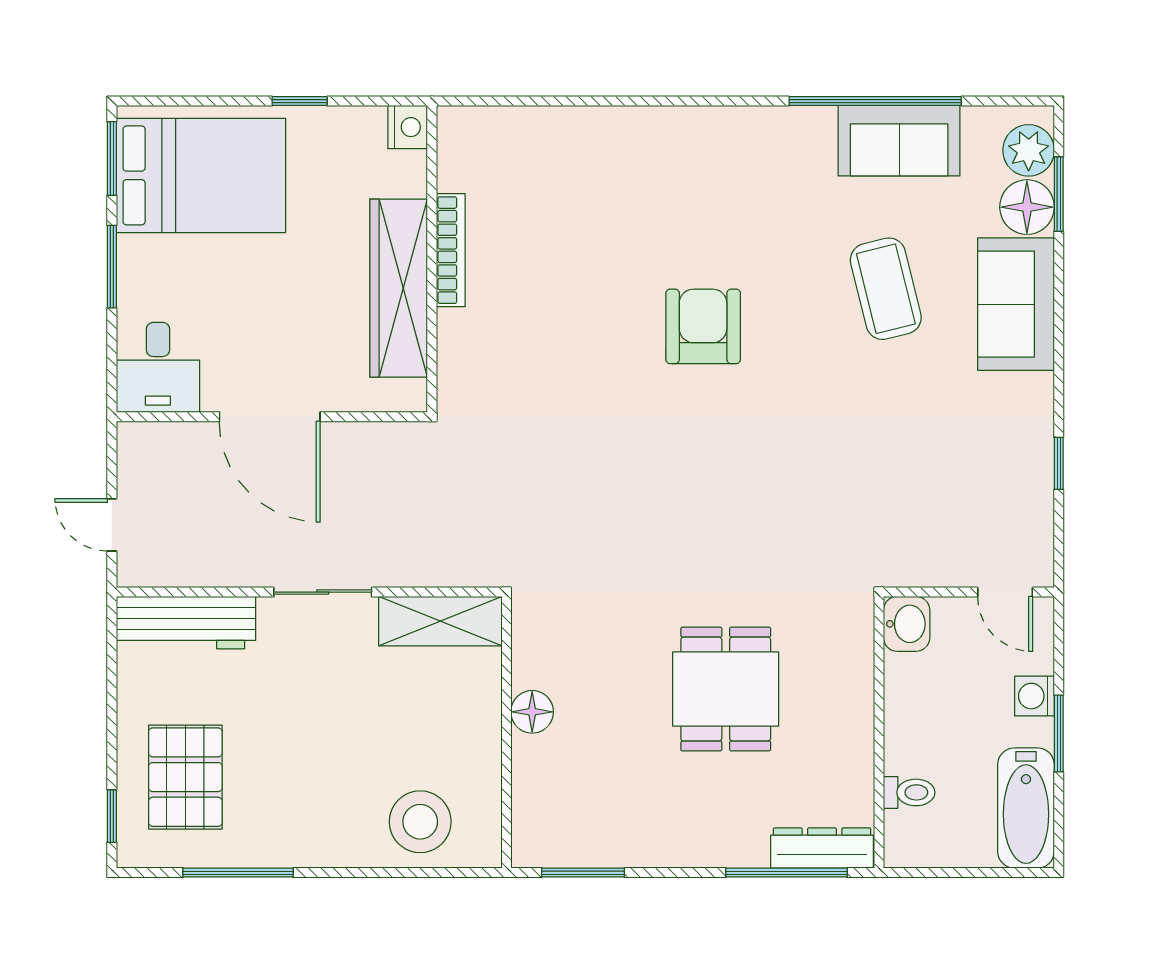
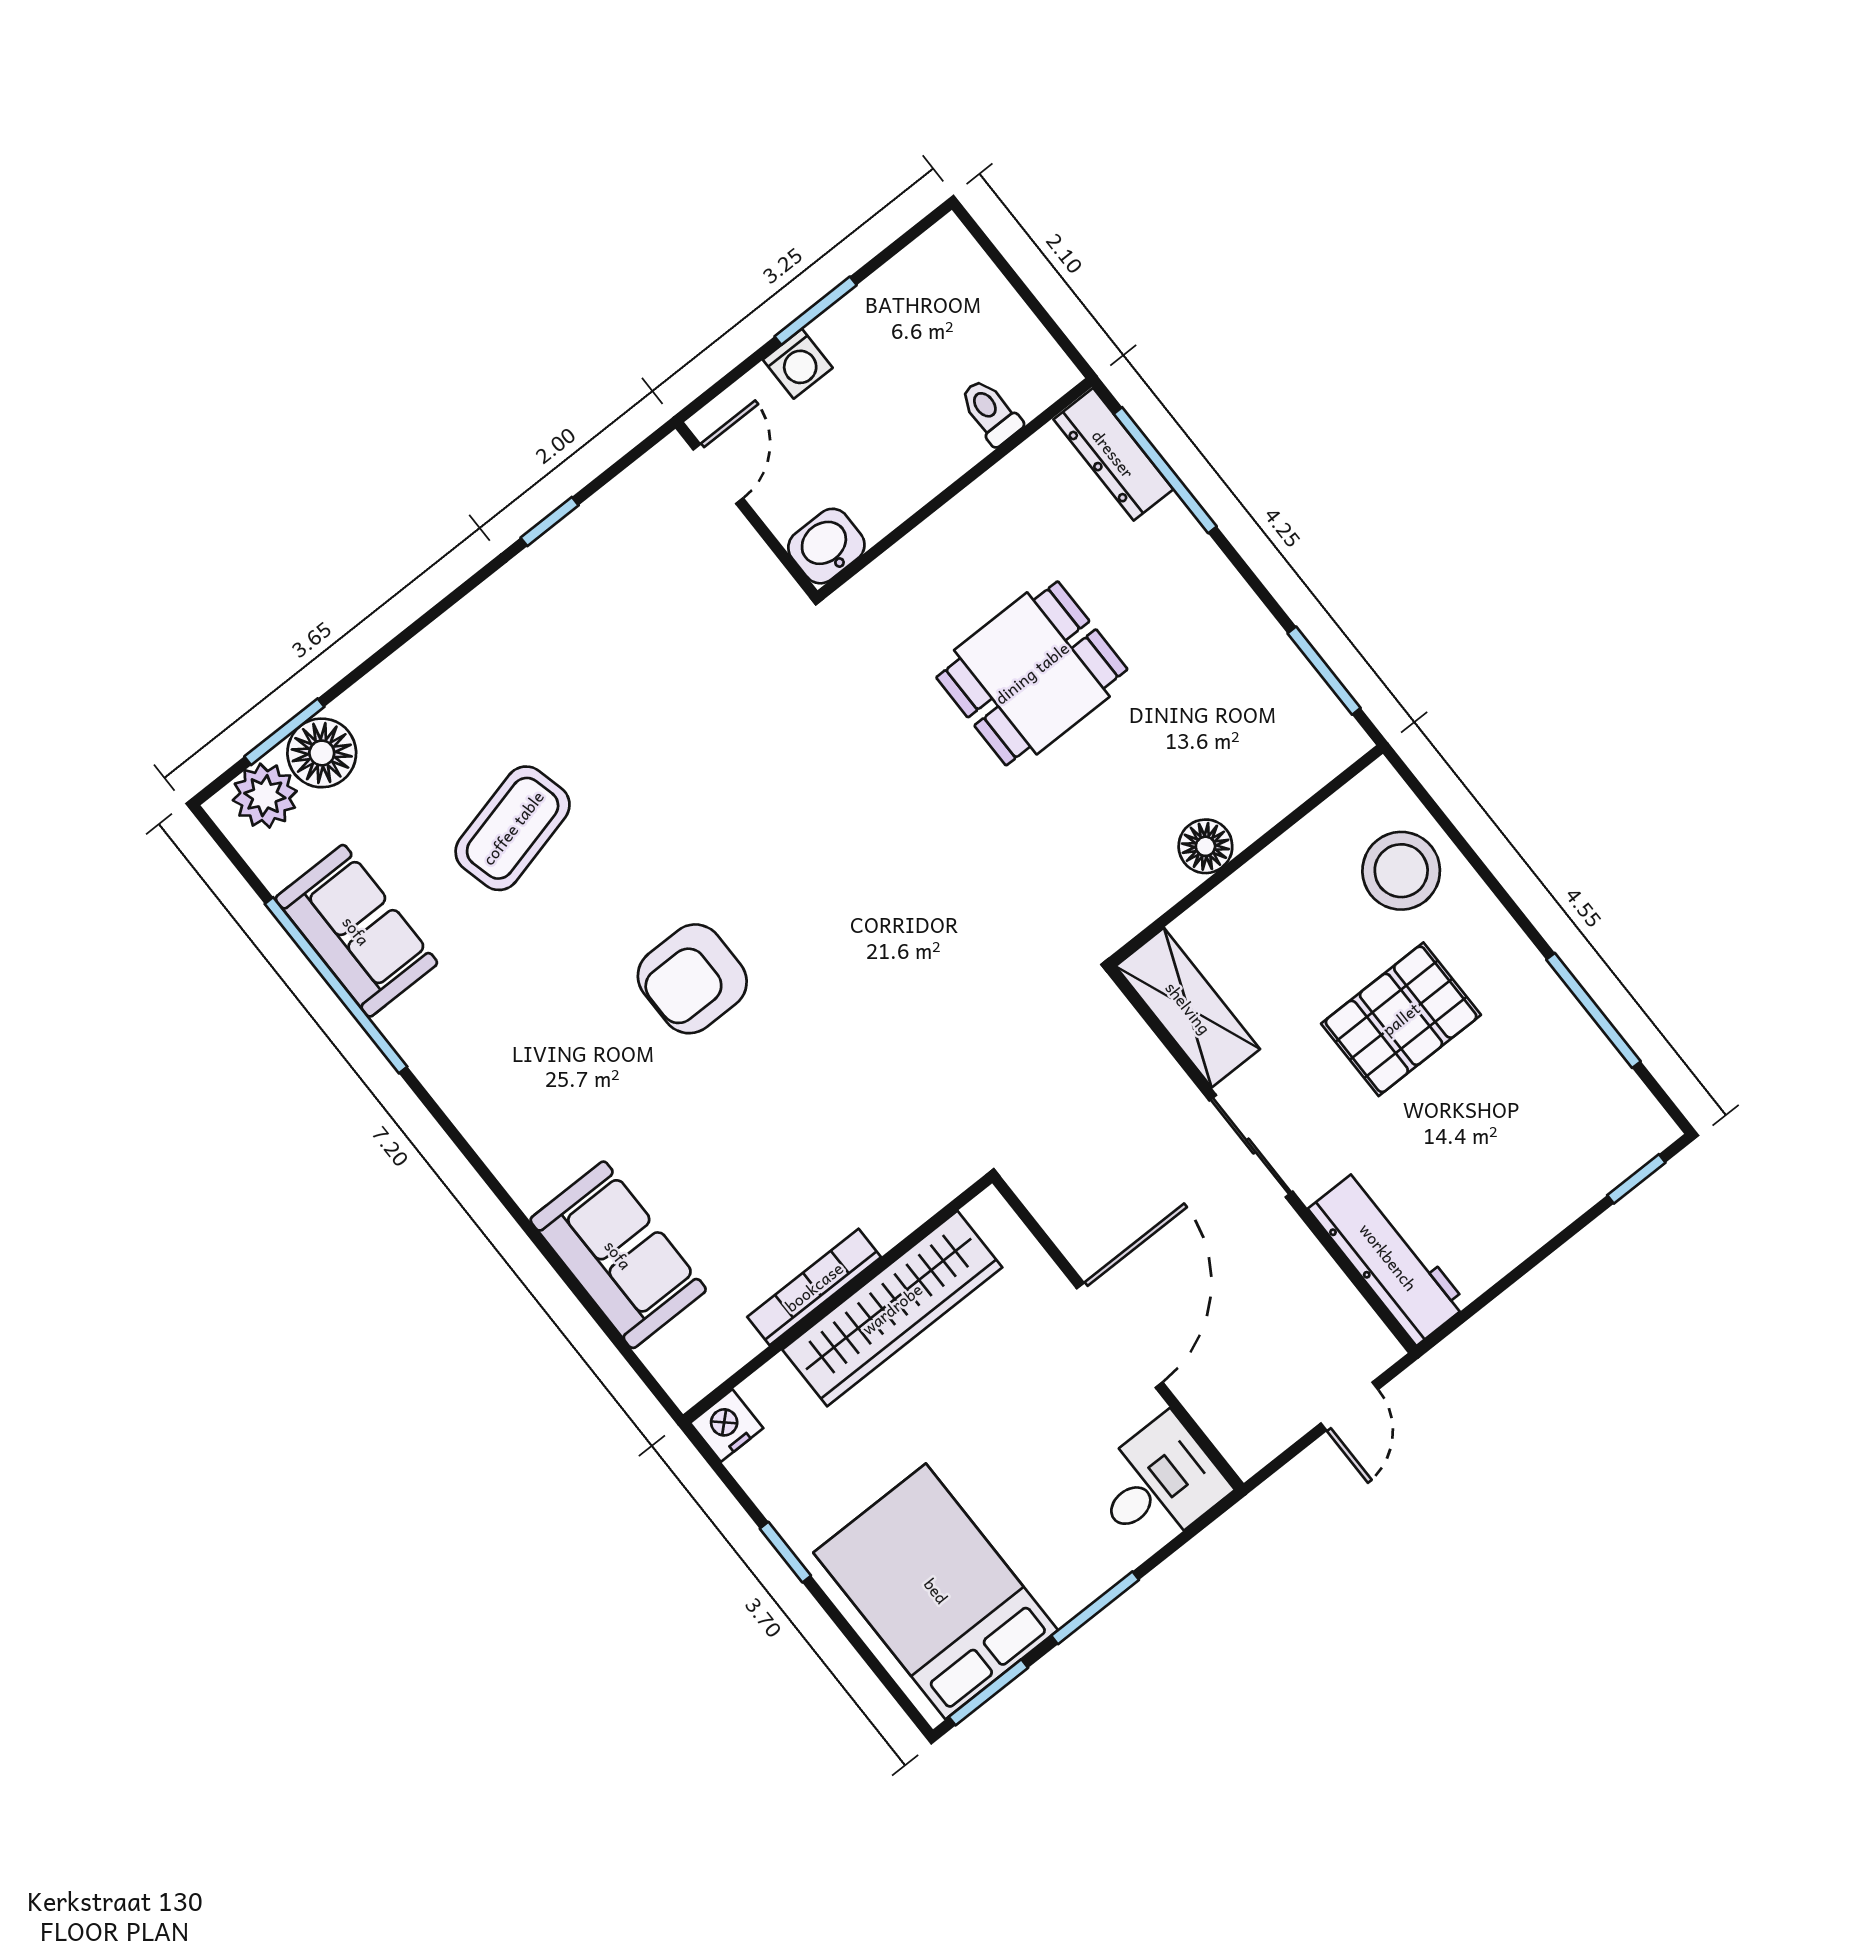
sofa: (1016, 304) -> (618, 1255), moved, turned -90
pallet: (185, 777) -> (1401, 1019), moved
bathtub: (1026, 808) -> (915, 285), removed

